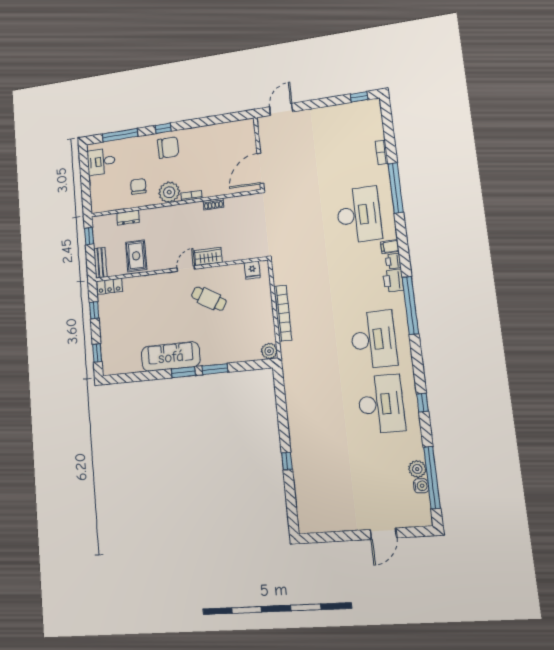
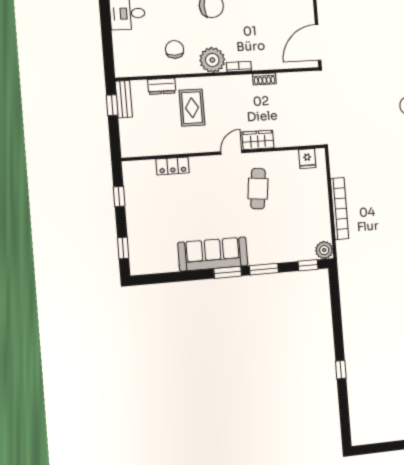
rug: (136, 256) -> (192, 108), moved
bench: (100, 263) -> (124, 99), moved
locker: (109, 286) -> (173, 166), moved
cafe table: (209, 299) -> (258, 189), turned 65
window: (254, 365) -> (308, 265), added

